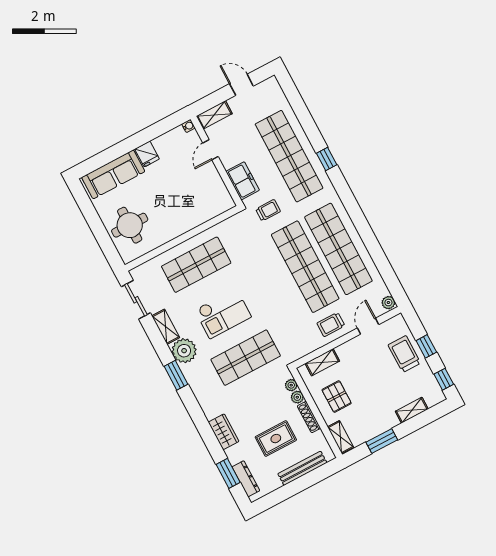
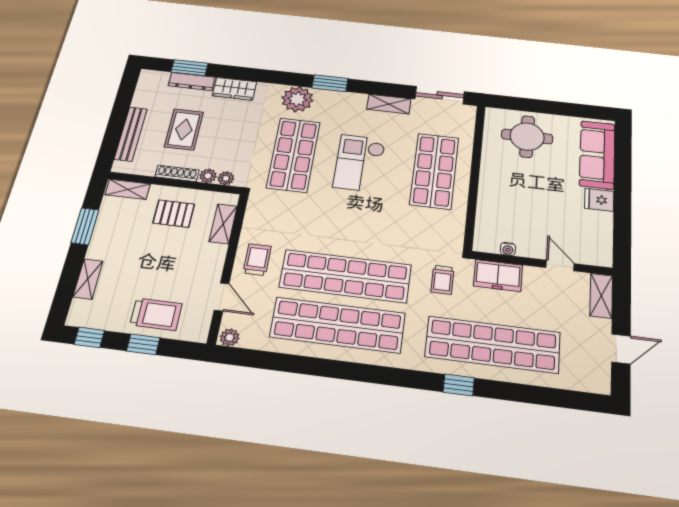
water cooler: (188, 126) -> (508, 249), moved
plant: (184, 351) -> (297, 99), moved
dresser: (246, 479) -> (192, 82), moved

